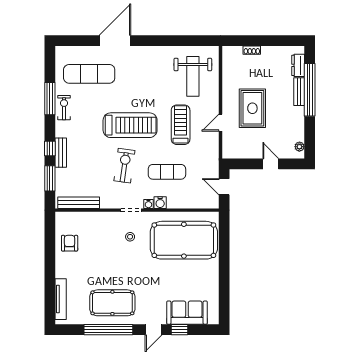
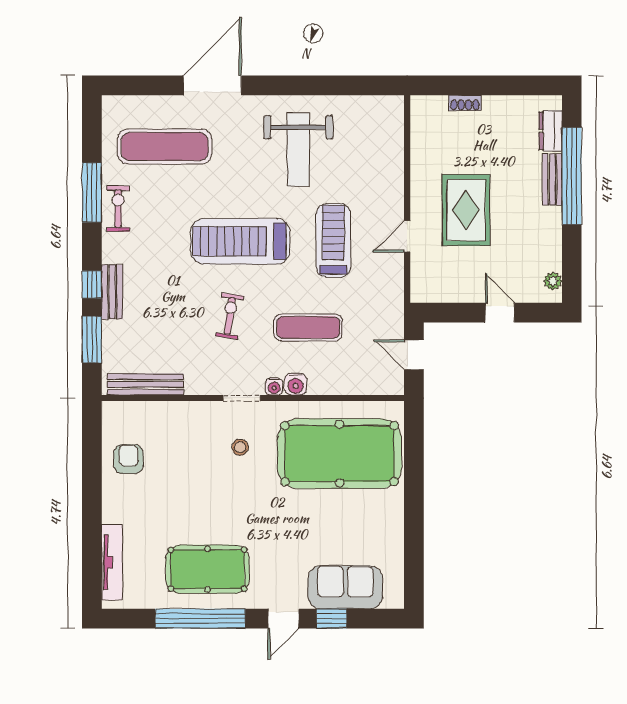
weight bench: (193, 76) -> (298, 149), moved
treadmill: (130, 125) -> (240, 241), turned 180
exercise bike: (124, 166) -> (230, 316), width x0.73, depth x0.72

